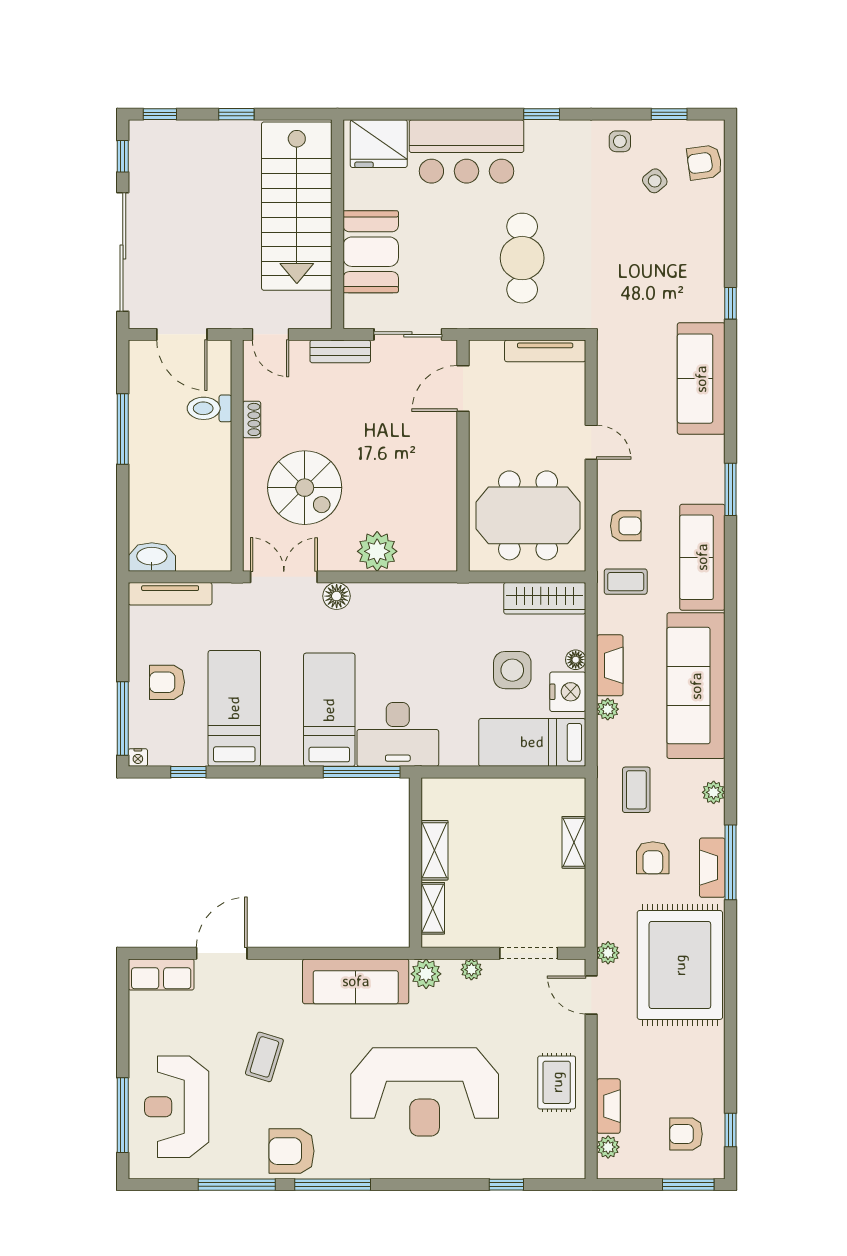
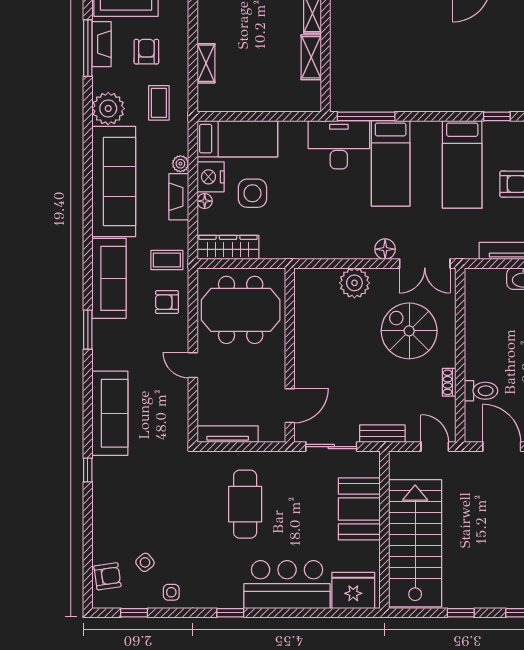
plant: (714, 792) -> (108, 109), width x1.88, depth x1.88

